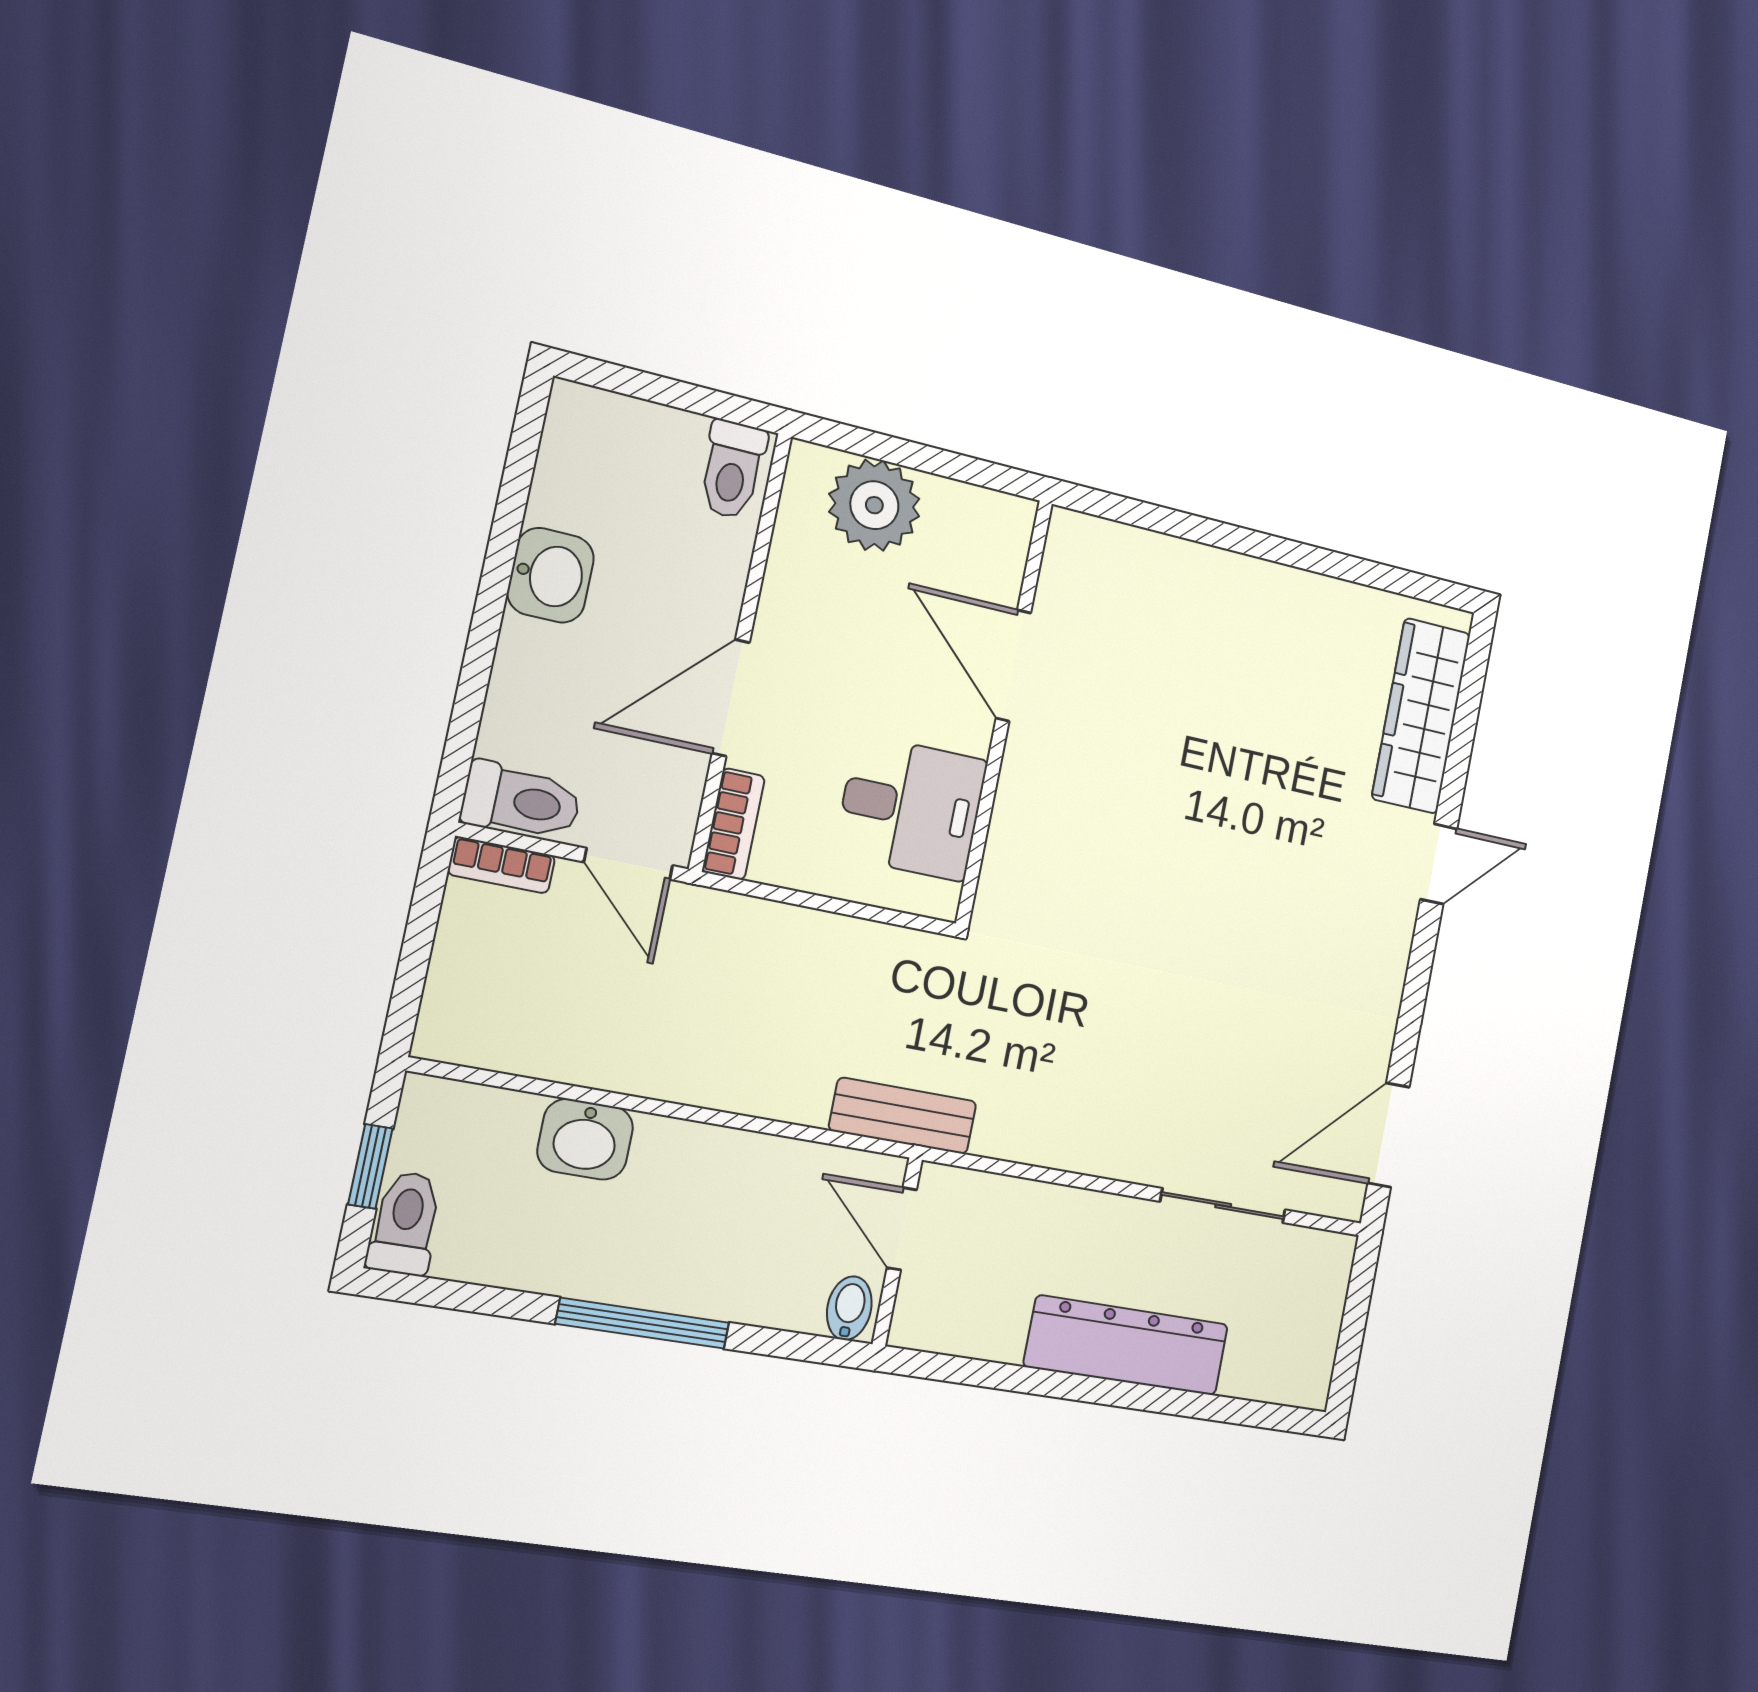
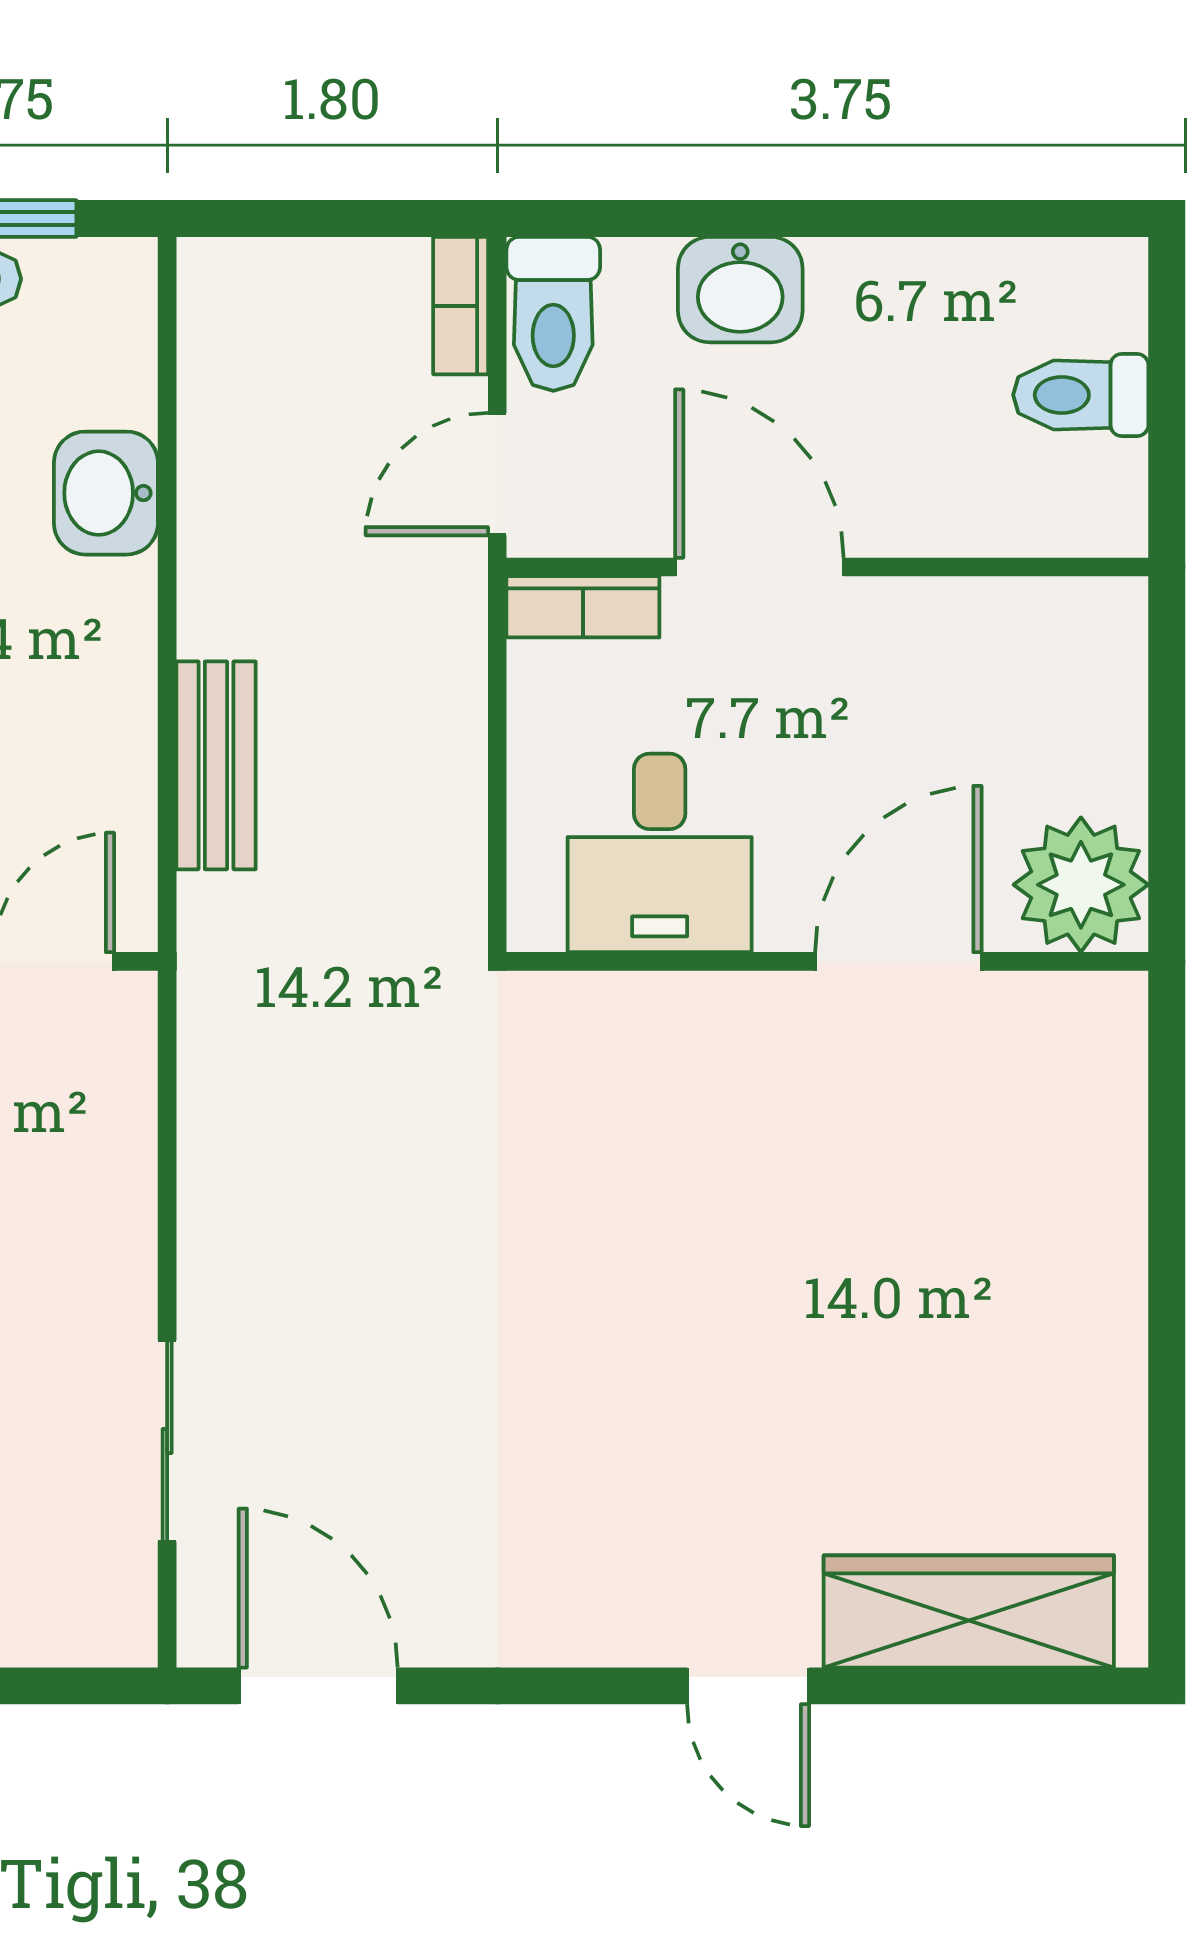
toilet: (732, 470) -> (1081, 395), moved
plant: (874, 505) -> (1081, 885), moved
washbasin: (551, 575) -> (740, 290), moved
bench: (903, 1116) -> (216, 765), moved

